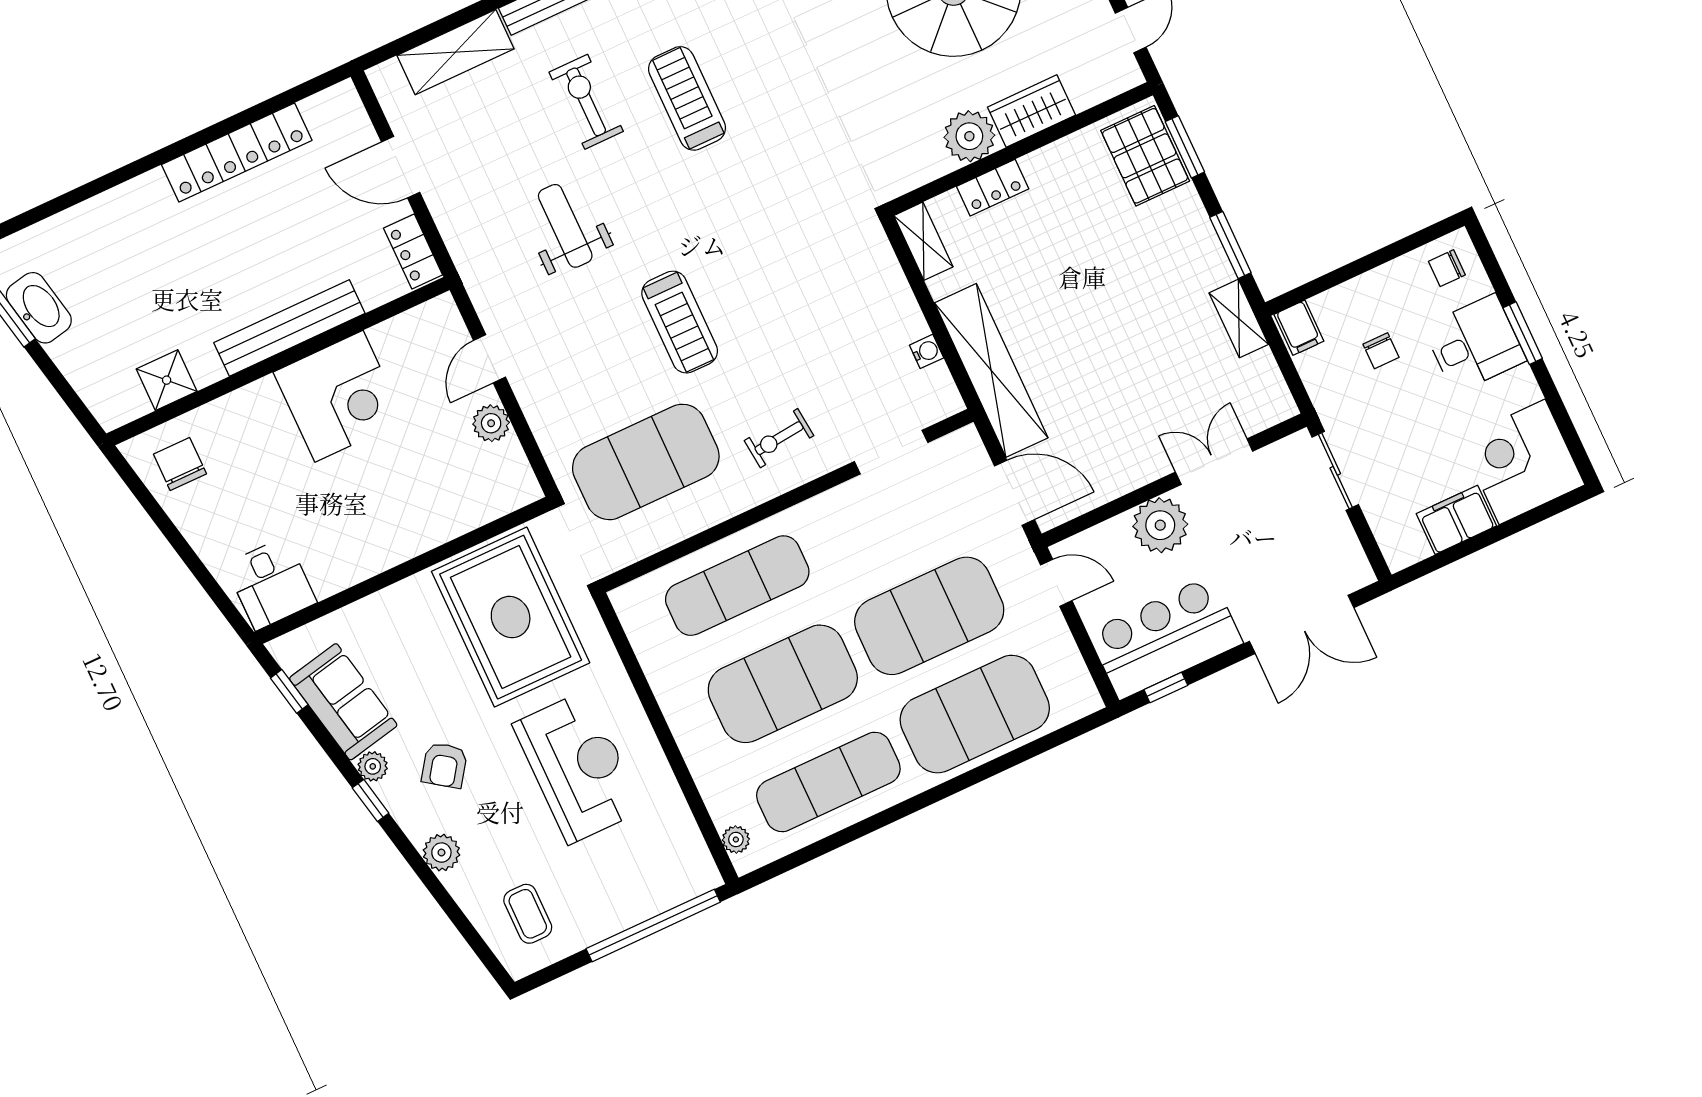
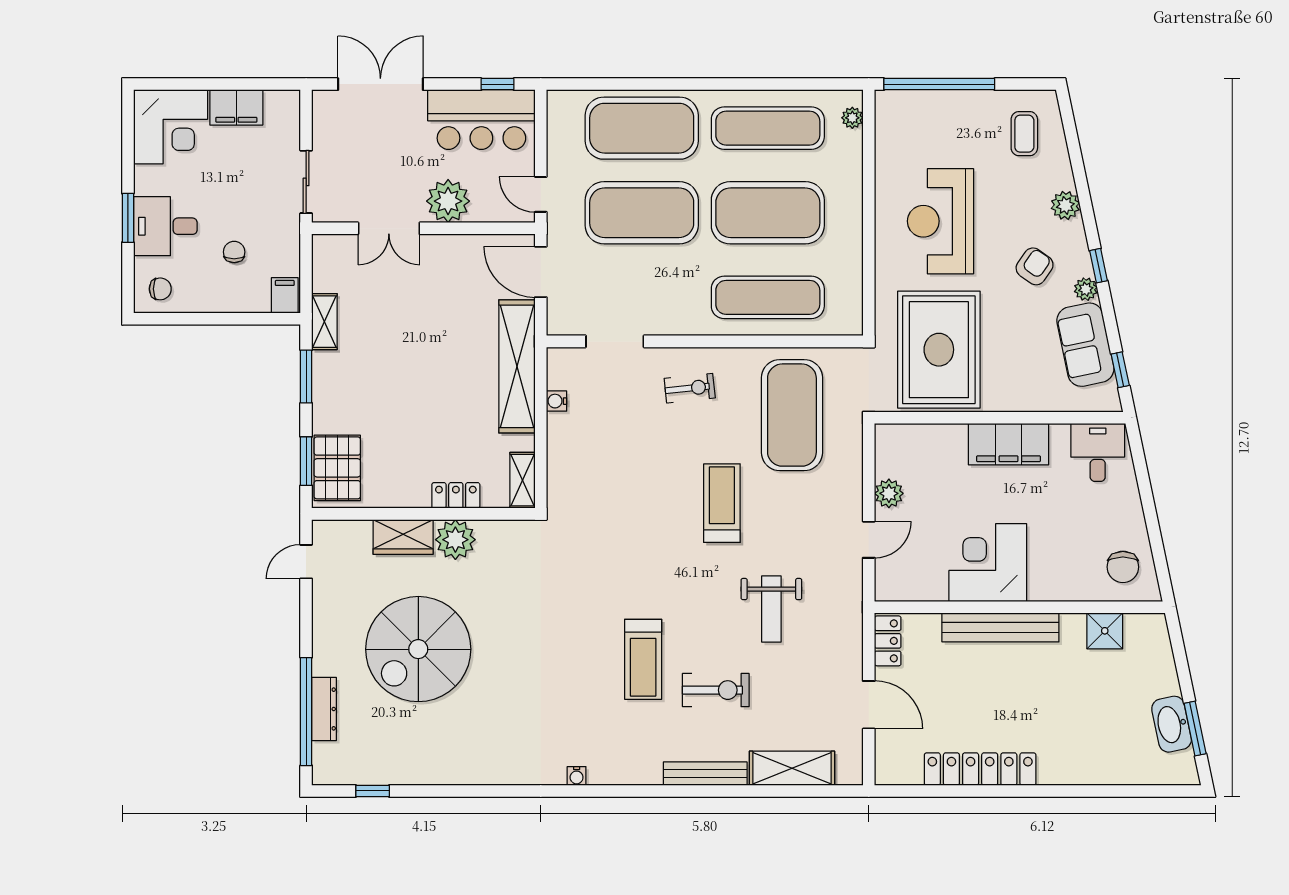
exercise bike: (586, 102) -> (716, 690), turned -90
exercise mat: (646, 462) -> (792, 415), turned 90
filing cabinet: (379, 545) -> (1008, 444), added

